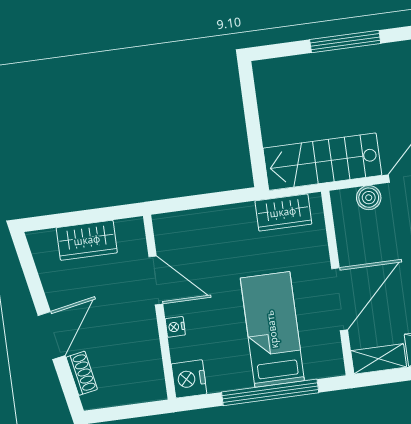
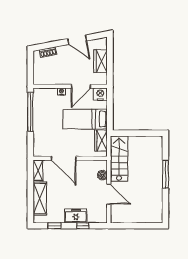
bed: (272, 329) -> (85, 119), moved, turned 180
door: (52, 335) -> (77, 40), moved
nightstand: (189, 379) -> (100, 94), moved
window: (270, 392) -> (30, 112), moved

